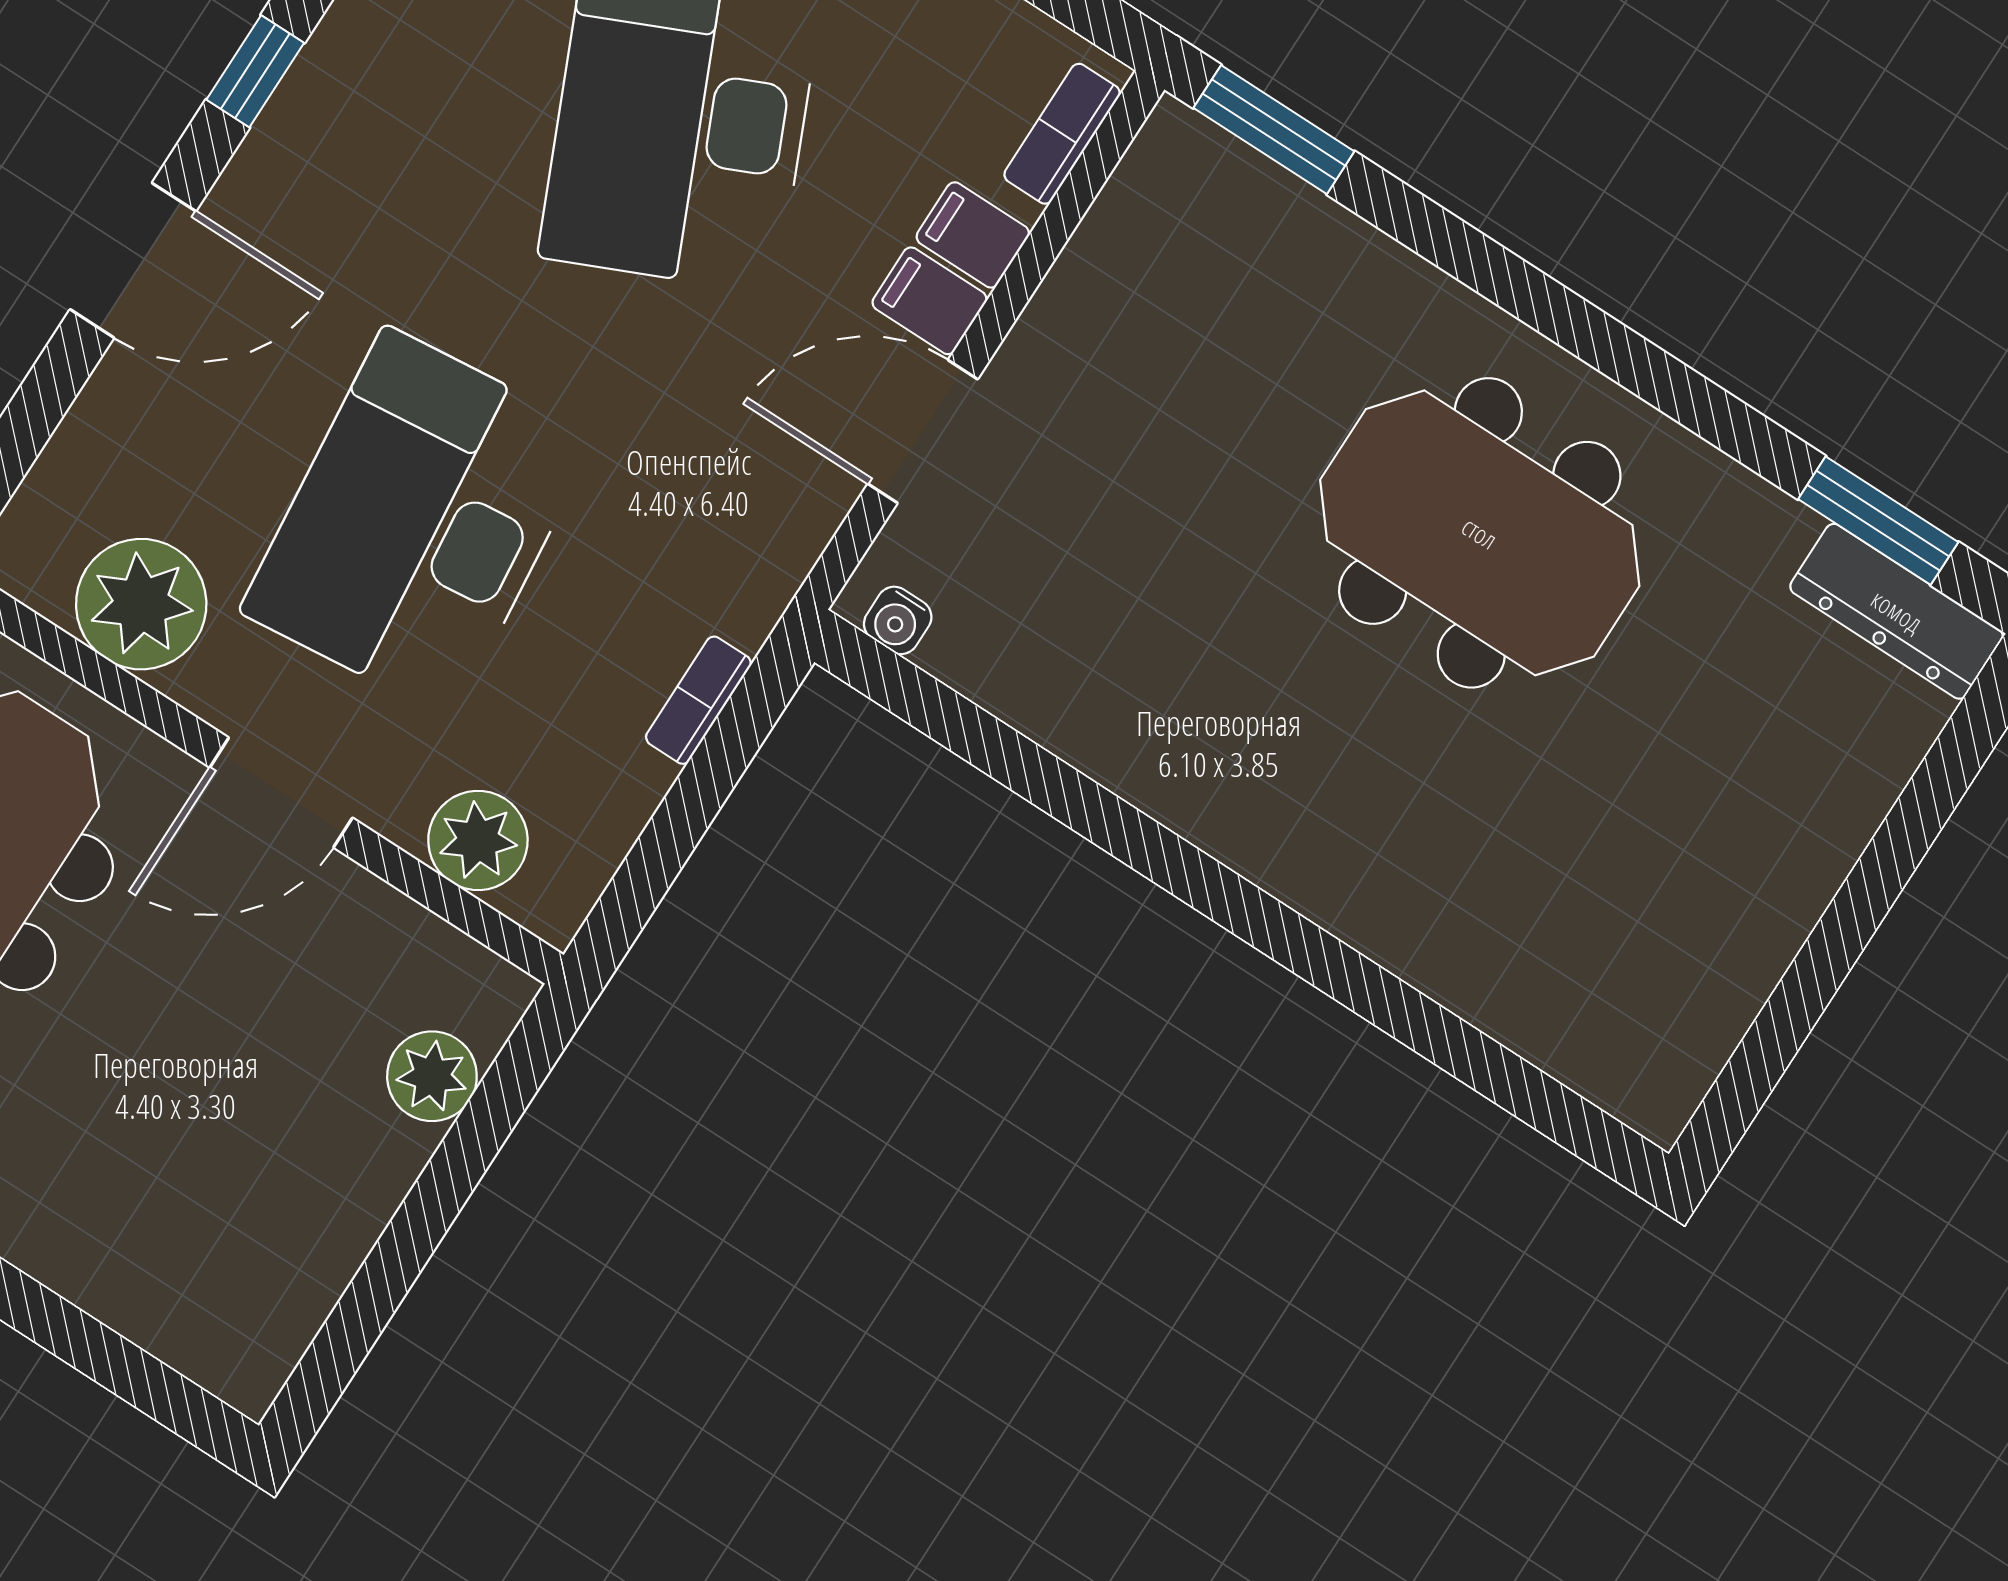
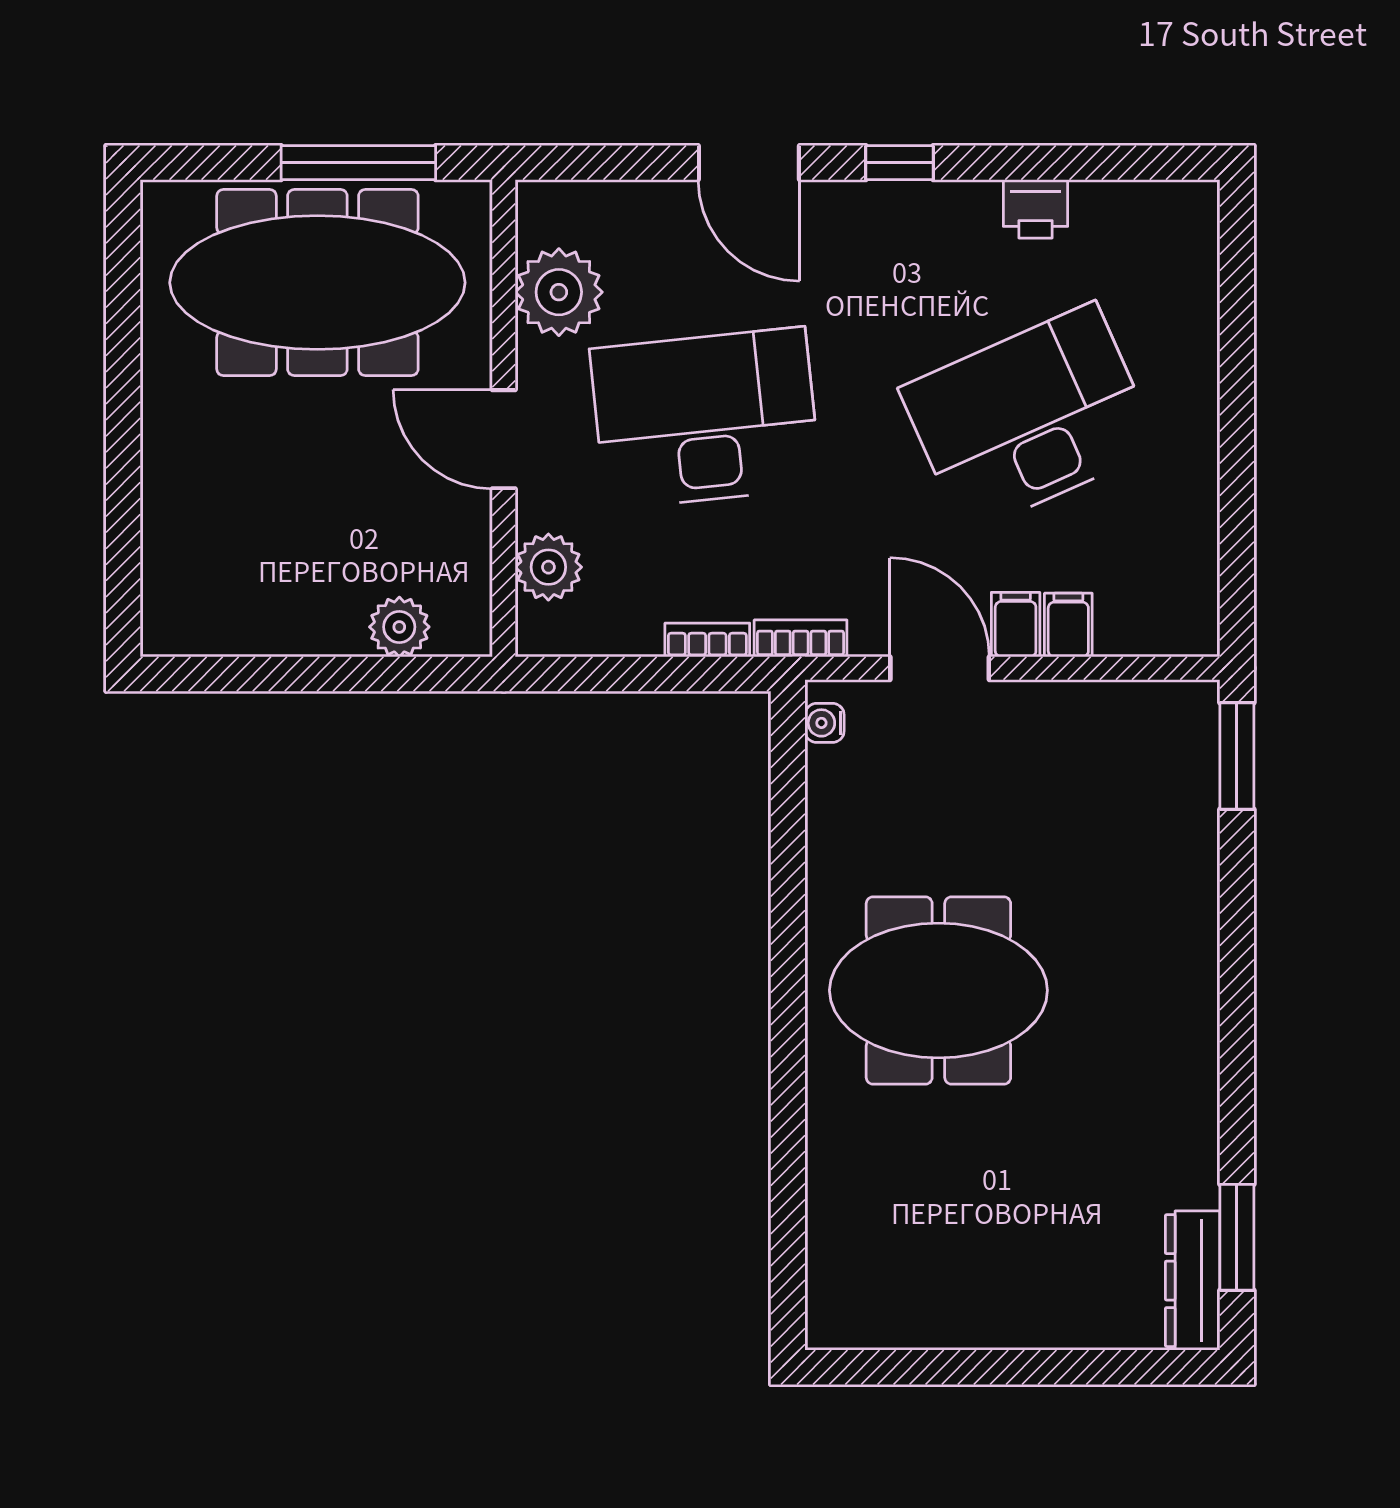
bookcase: (1062, 134) -> (801, 638), moved
meeting table: (1480, 533) -> (938, 990), moved, turned 90

